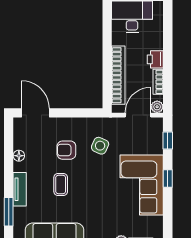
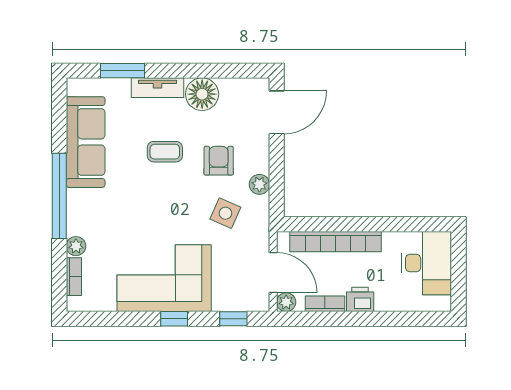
plant: (82, 124) -> (259, 184), added
floor lamp: (19, 156) -> (202, 94), width x1.89, depth x1.89

